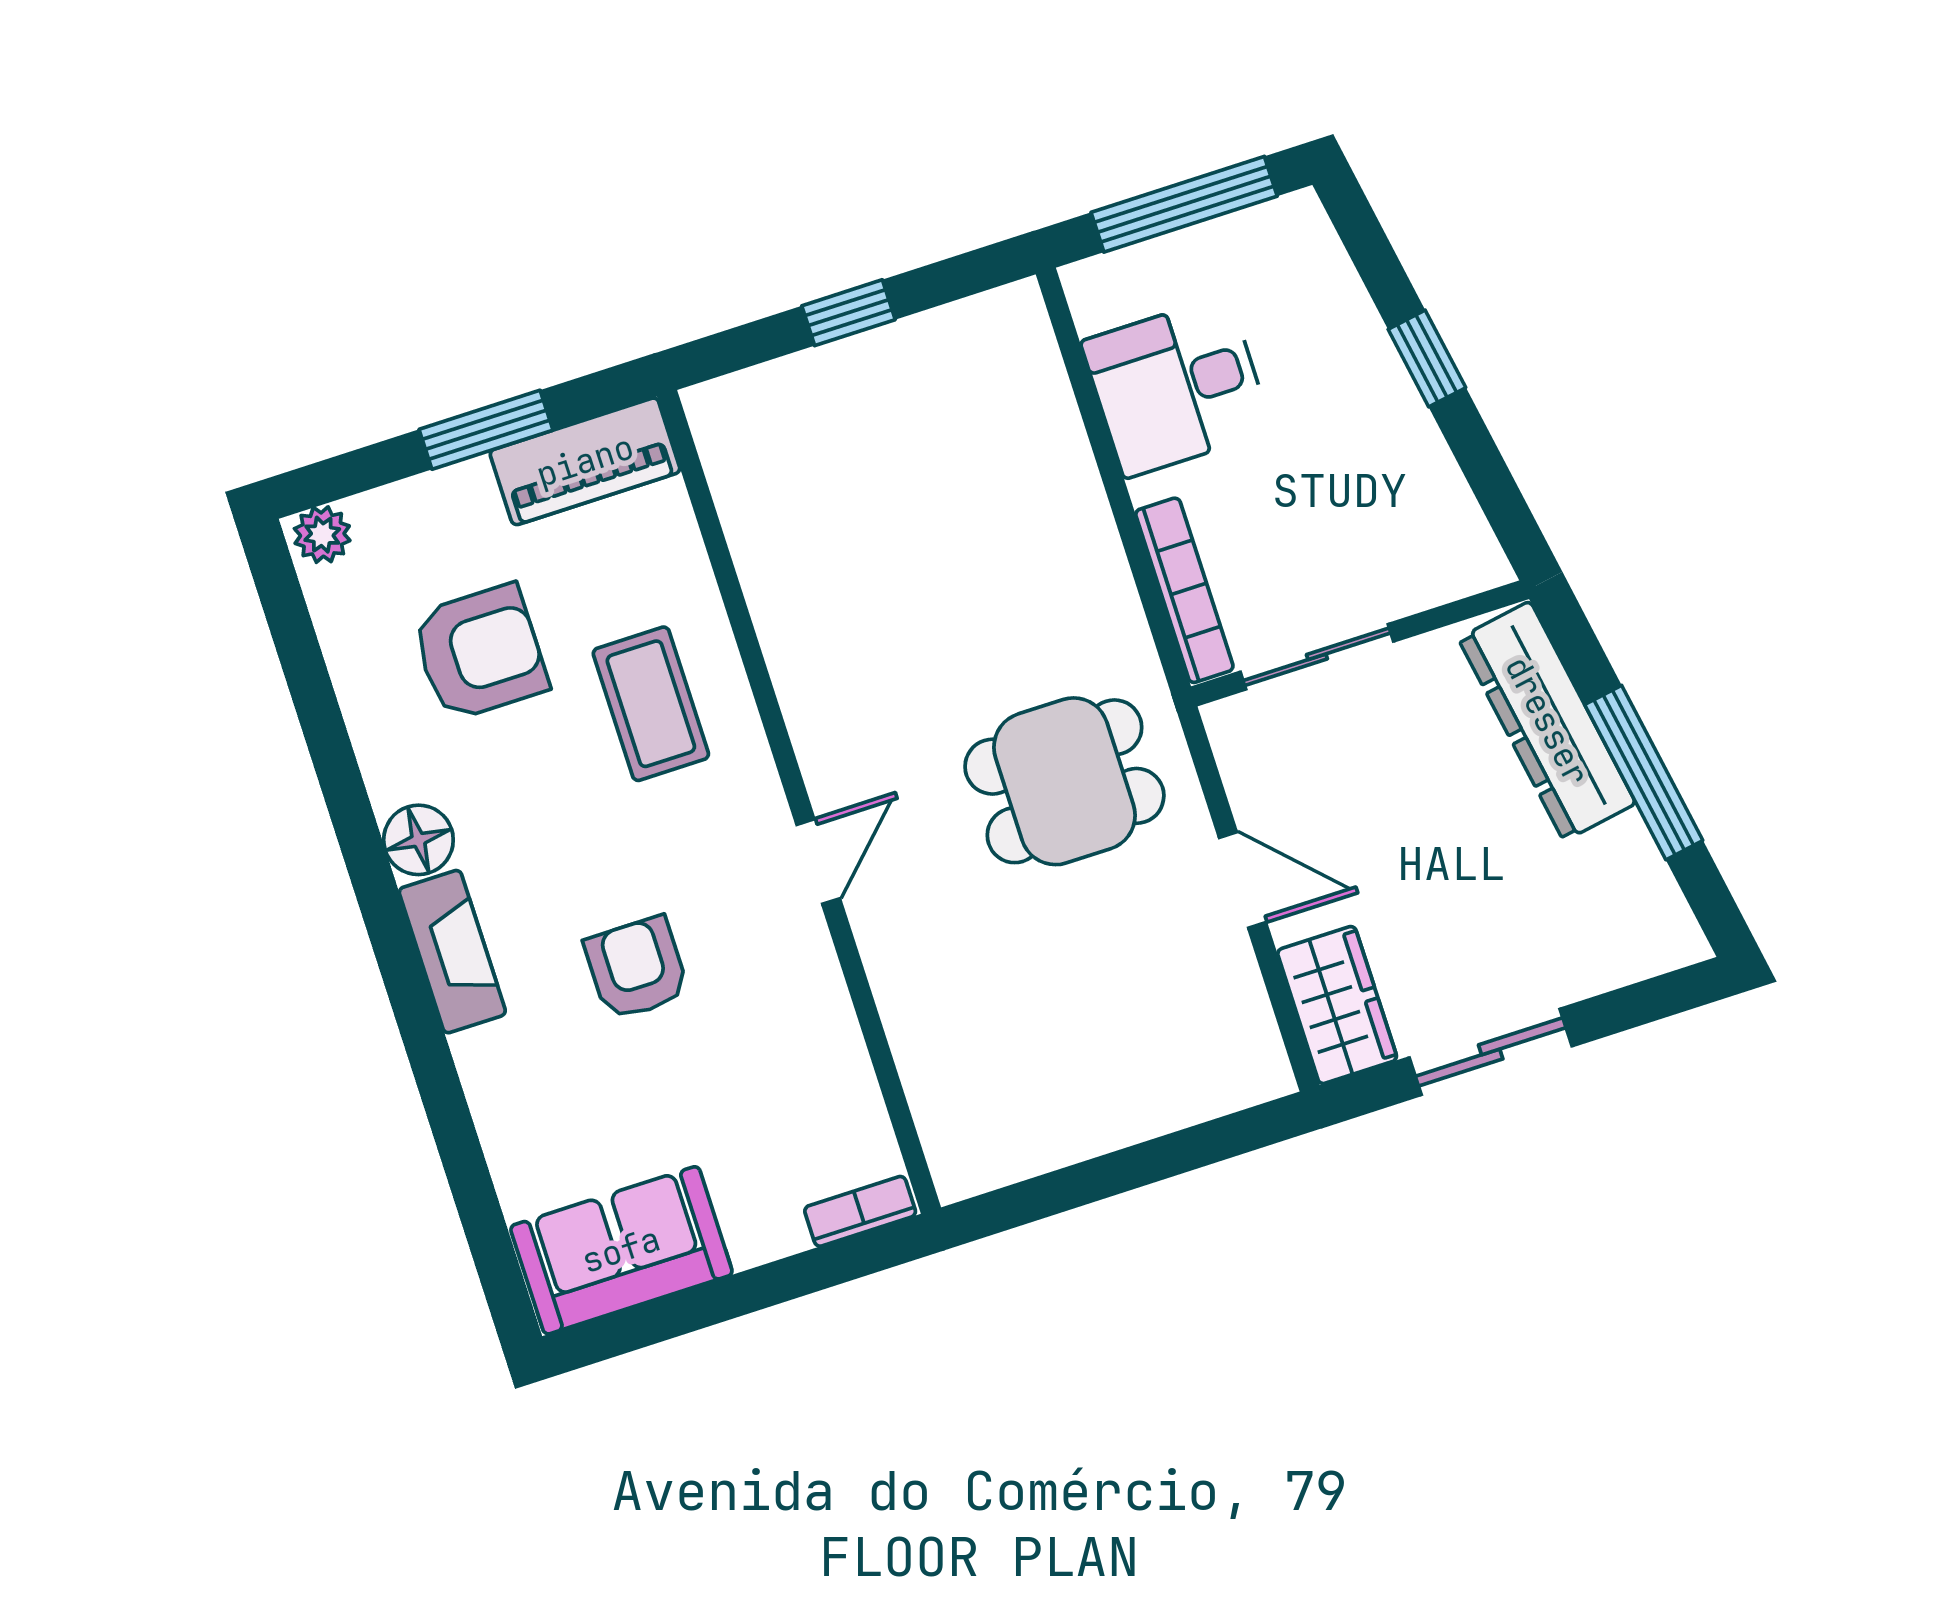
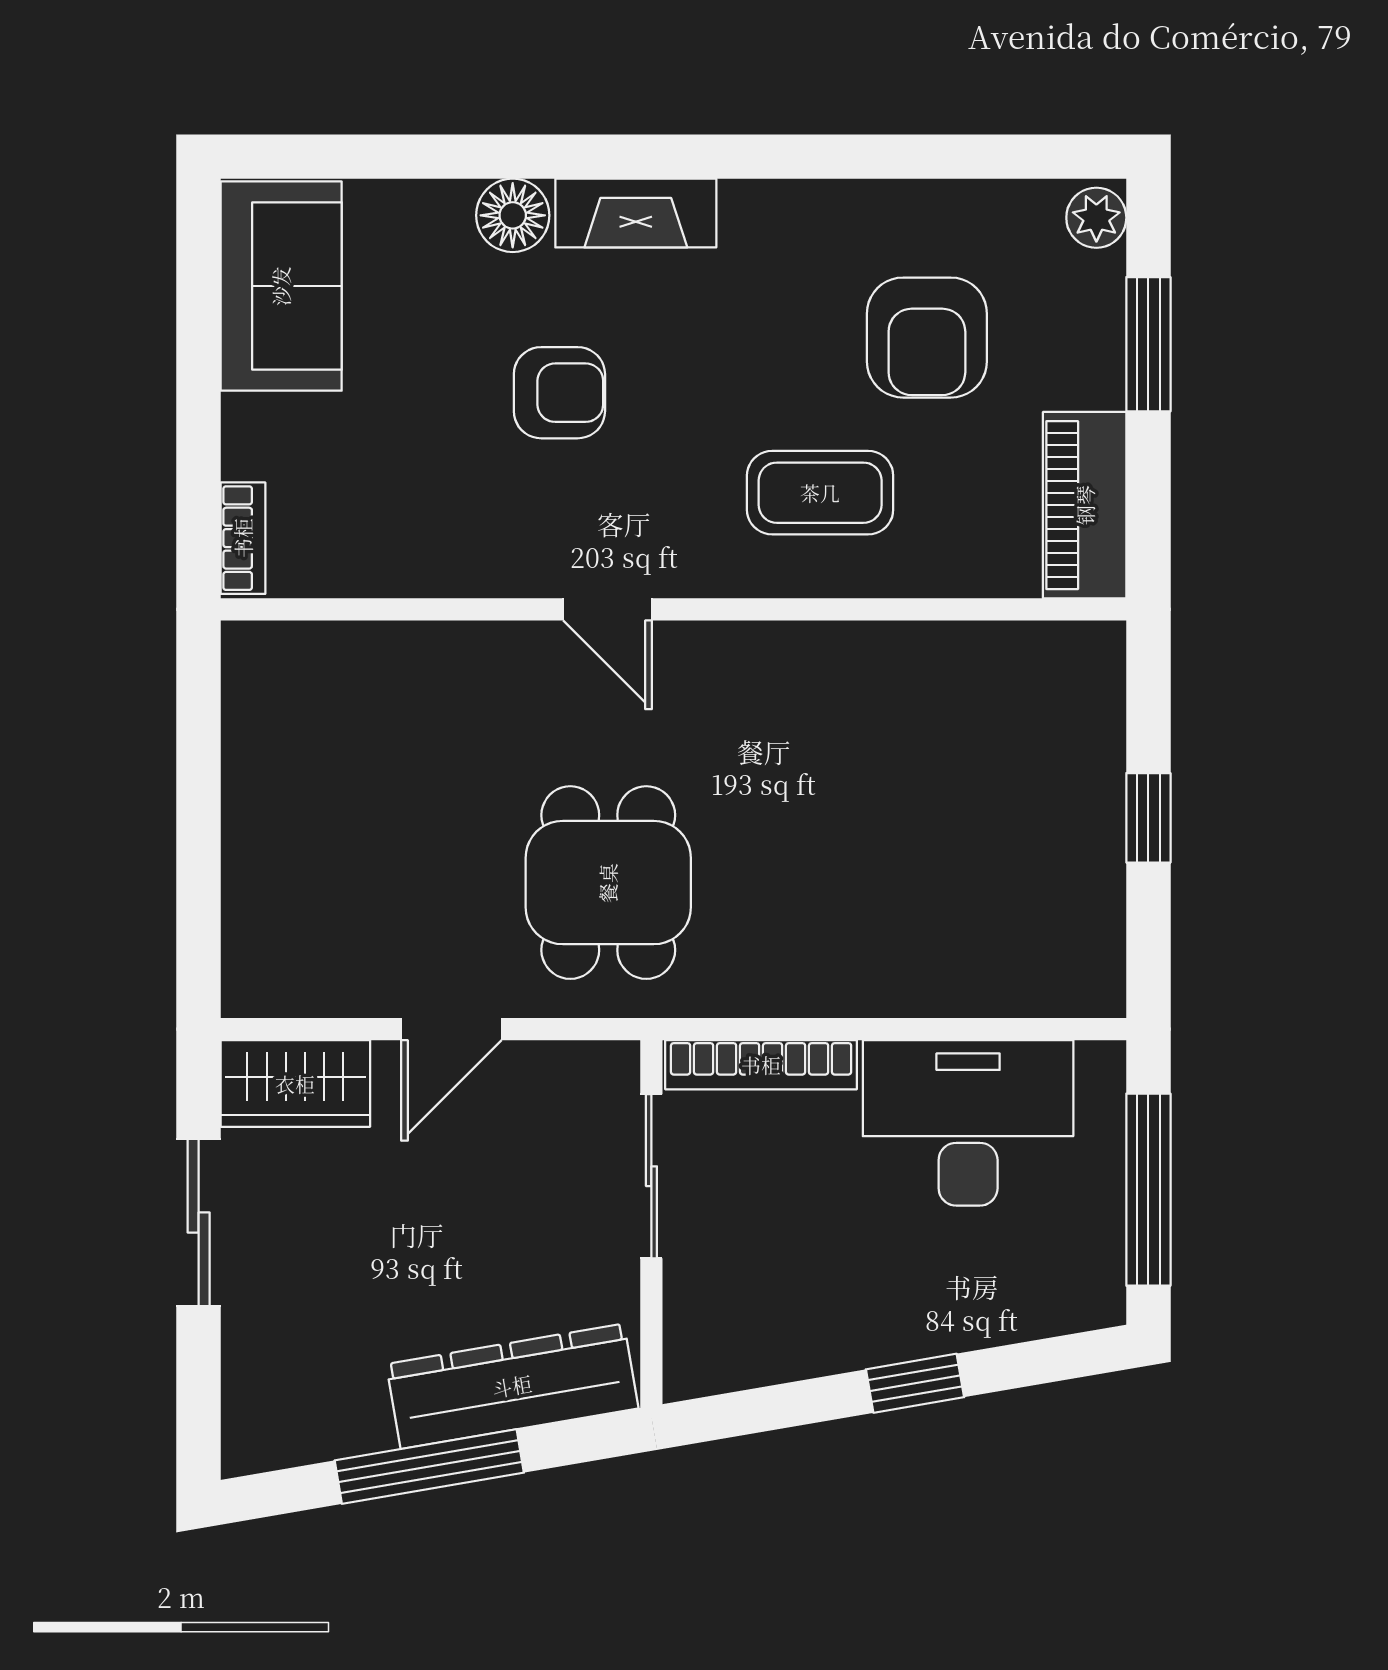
desk: (1177, 387) -> (968, 1123), width x1.37
window: (486, 430) -> (1148, 344), moved
floor lamp: (418, 840) -> (513, 215), moved

